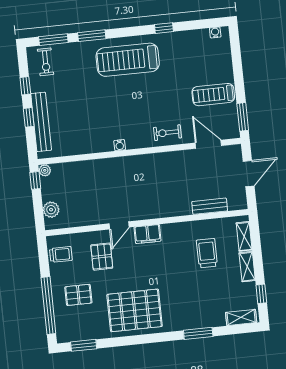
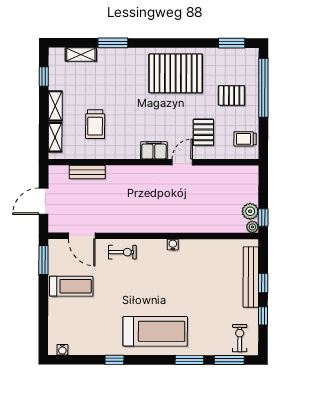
plant: (51, 210) -> (250, 211), moved
shelving: (241, 317) -> (81, 54), moved

